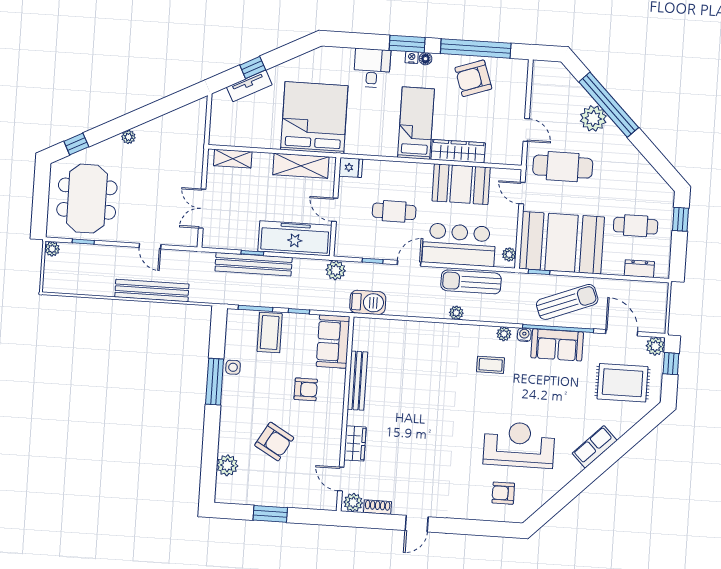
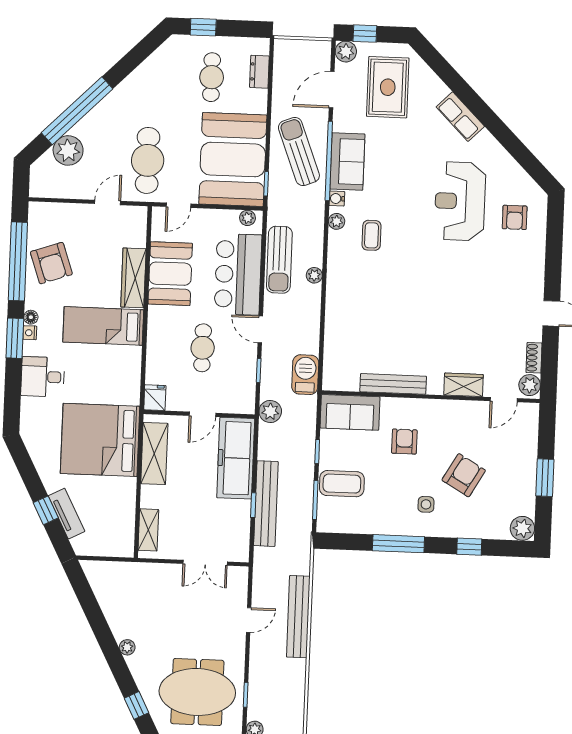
plant: (593, 118) -> (68, 150), moved
side table: (233, 367) -> (426, 504), moved
window: (210, 445) -> (469, 547), added
plant: (227, 465) -> (522, 528), moved

